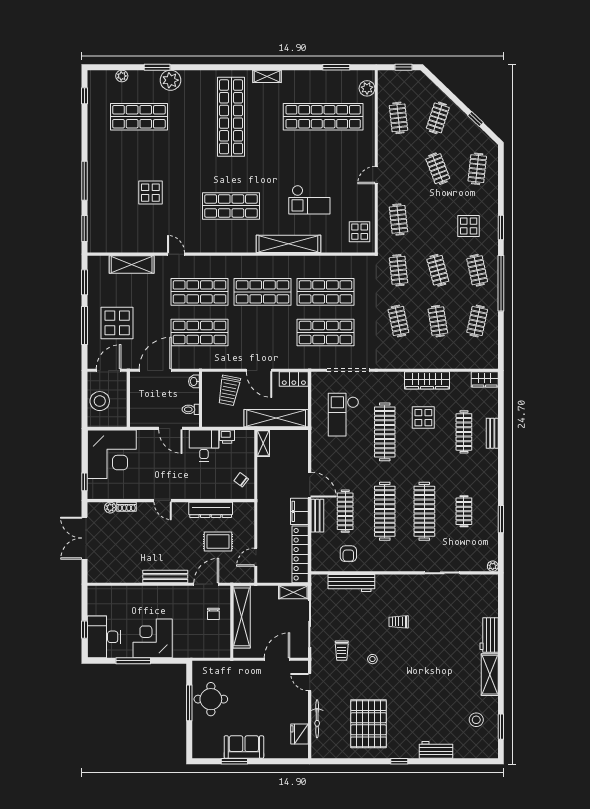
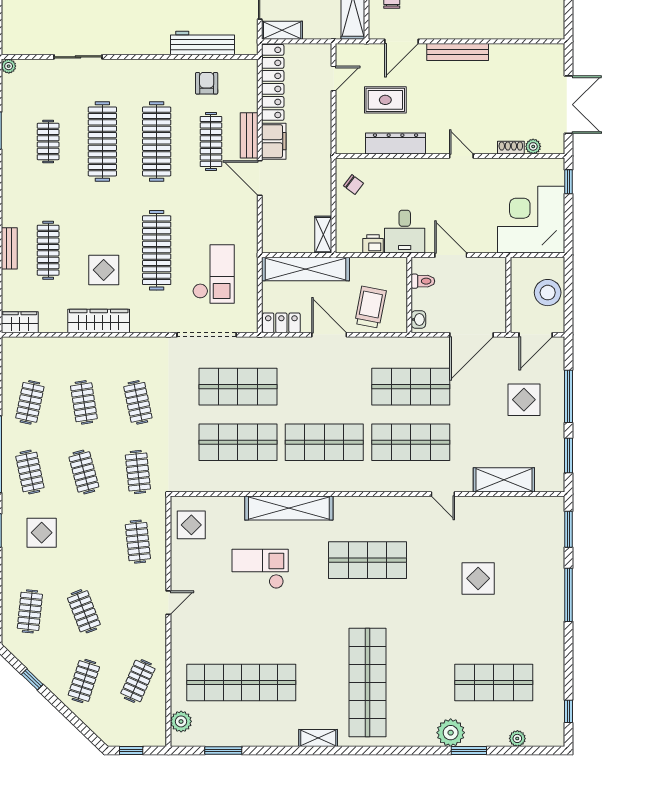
clothes rail: (398, 118) -> (138, 681), turned 30
display table: (117, 323) -> (524, 400), width x0.73, depth x0.73

